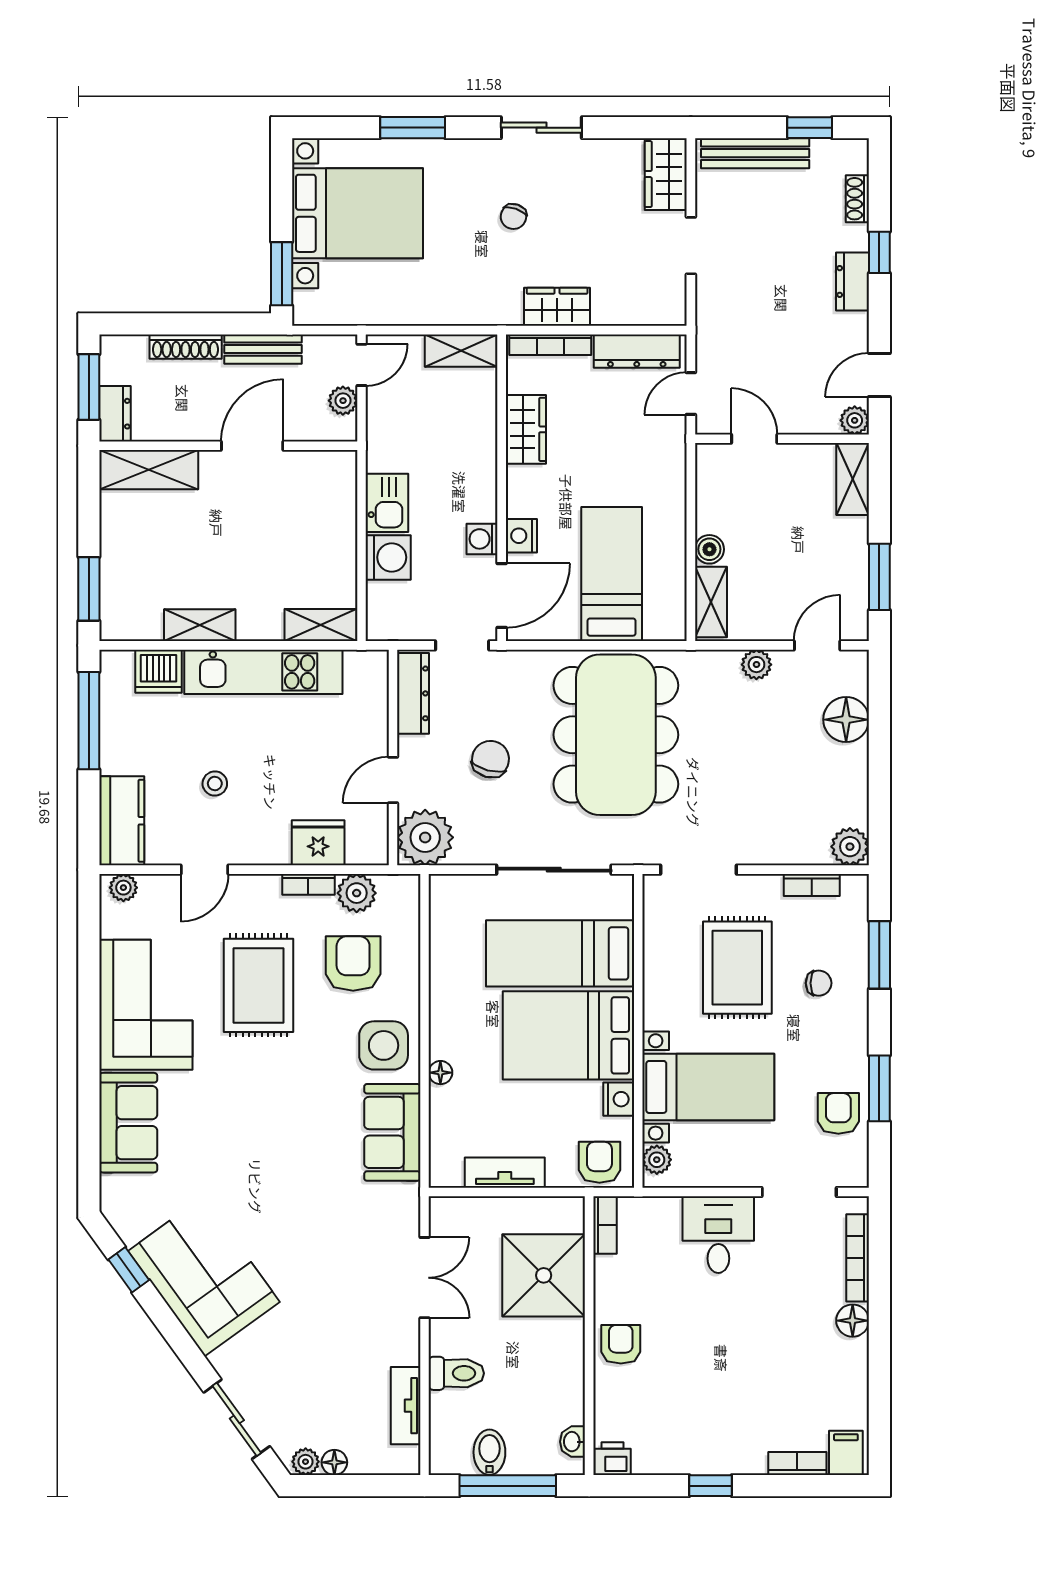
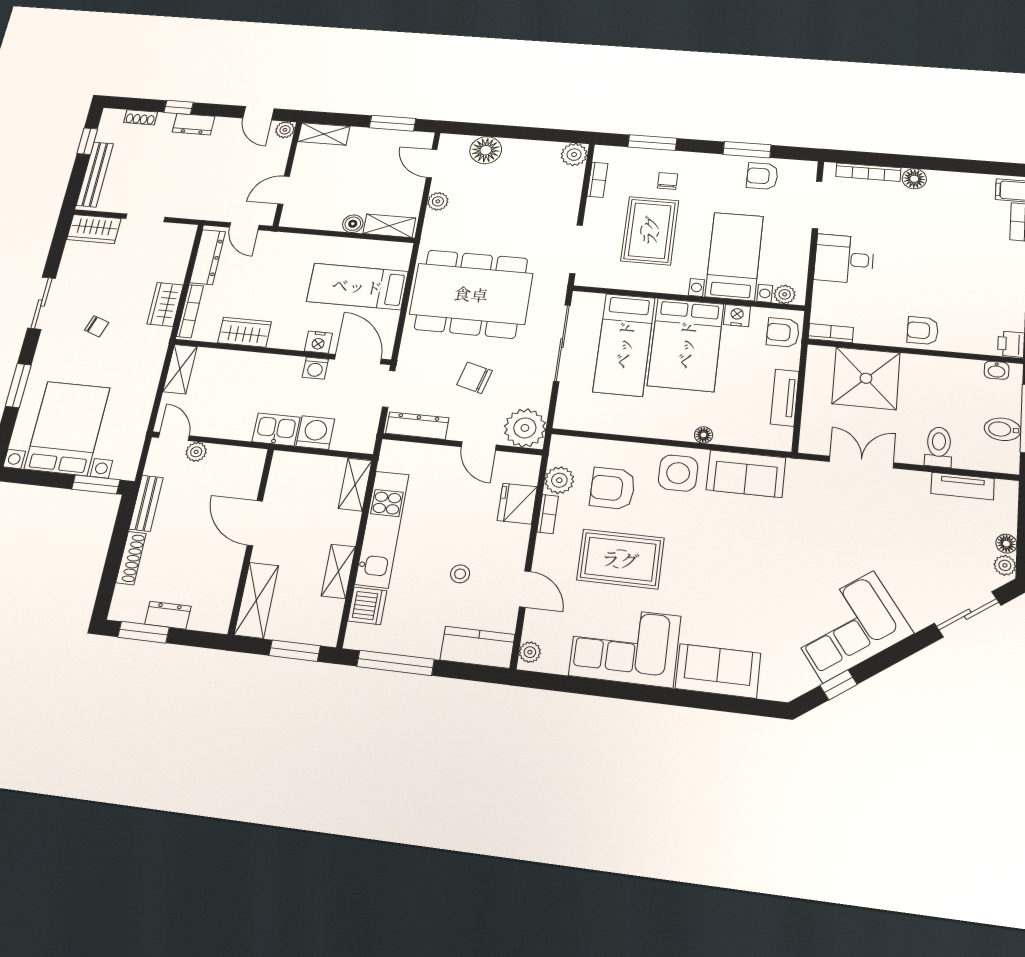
wall: (228, 446) -> (251, 540), moved
door: (252, 446) -> (255, 523), moved
shelving: (149, 470) -> (256, 600), moved
rug: (737, 968) -> (650, 231), turned 90

